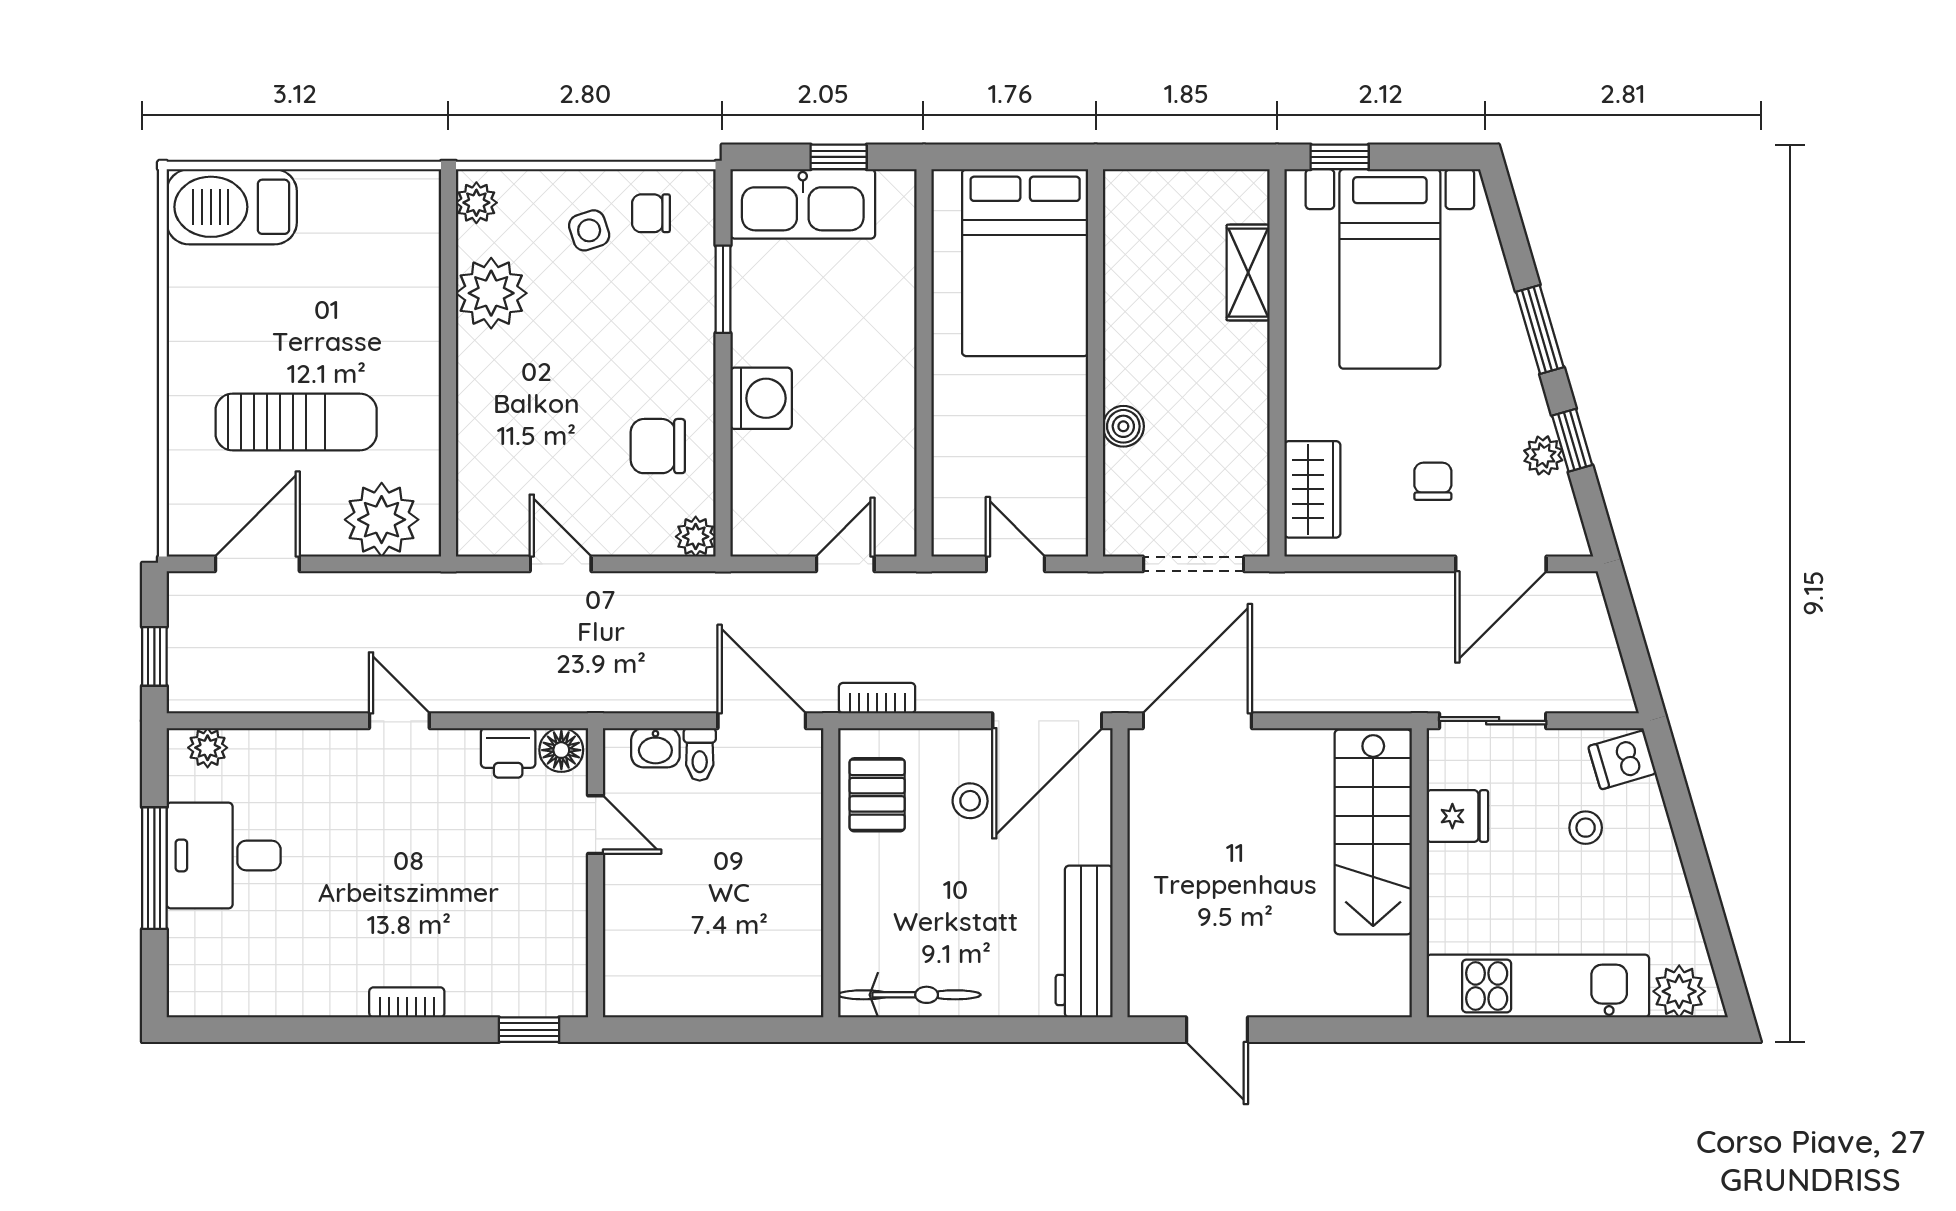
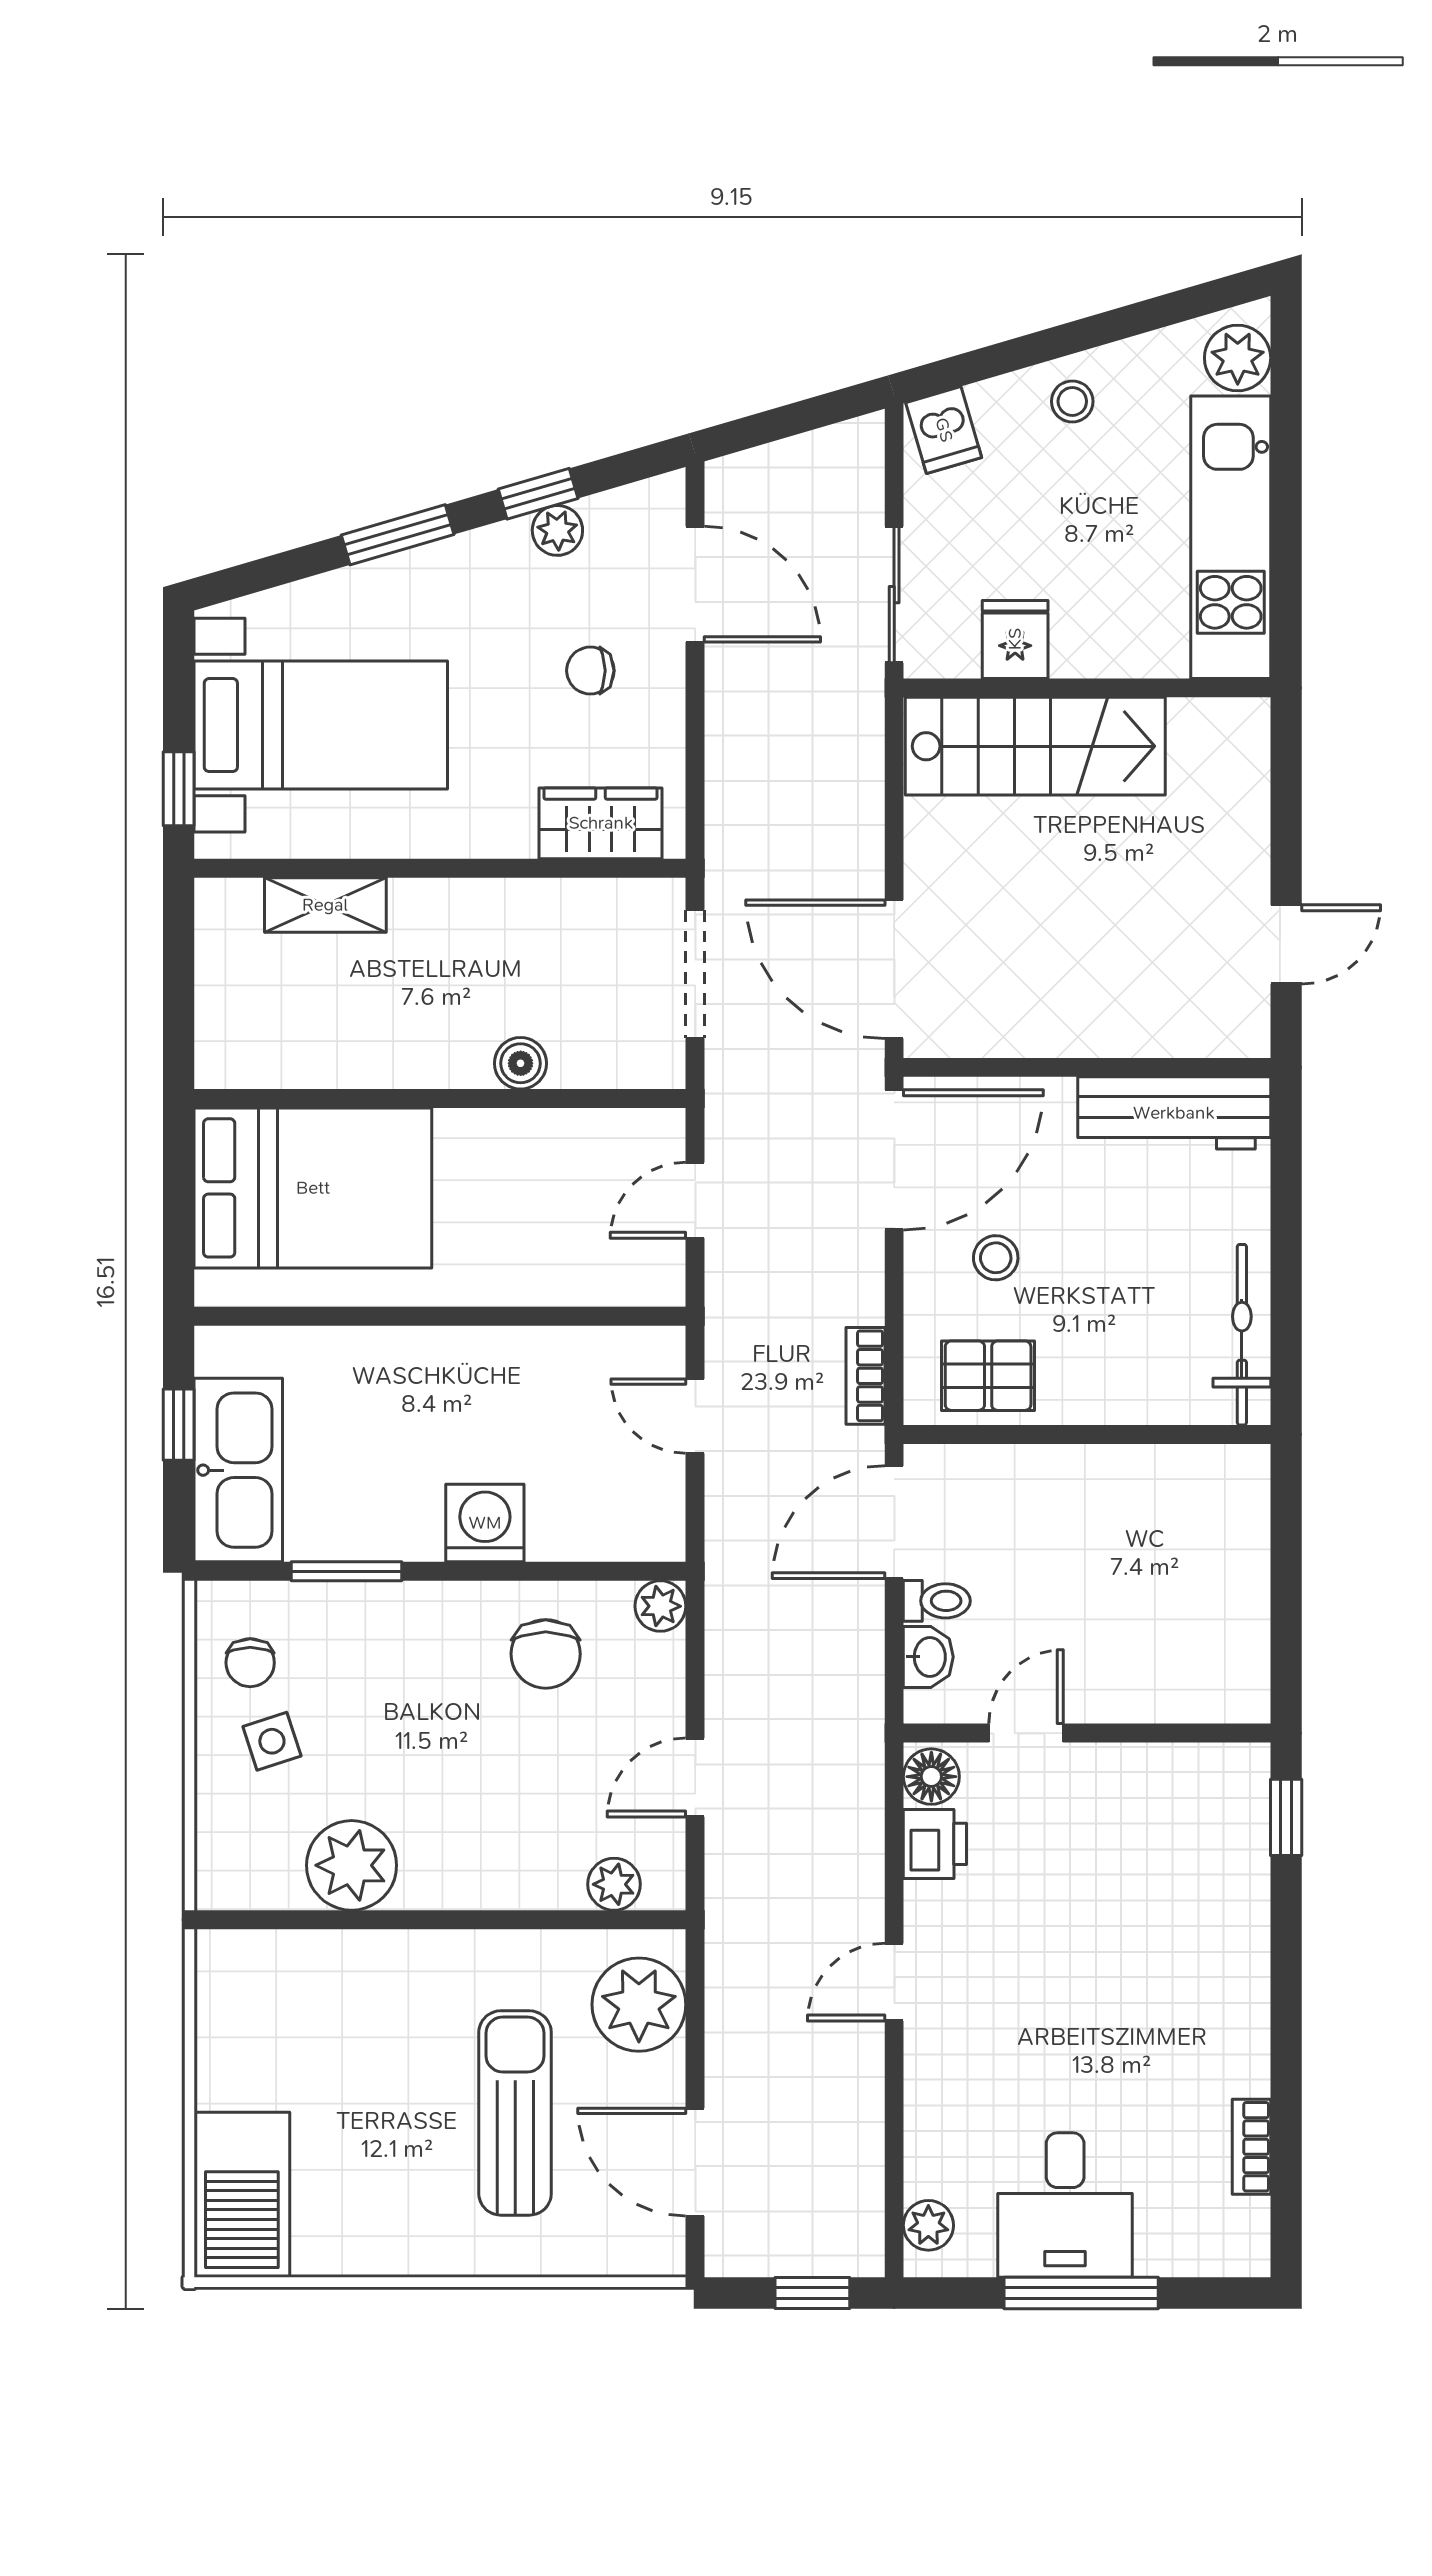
plant: (476, 203) -> (614, 1884), moved
door: (1047, 721) -> (894, 1160), hinge flipped
stool: (1586, 828) -> (1072, 401), moved
bookcase: (407, 1002) -> (1251, 2147), moved

